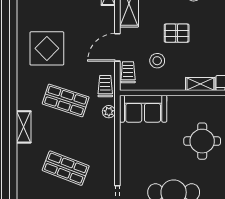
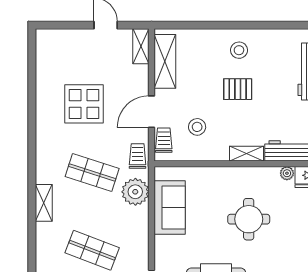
pallet: (177, 33) -> (238, 89), moved
display table: (47, 48) -> (84, 104), moved
sofa: (143, 109) -> (170, 207), moved, turned -90
plant: (109, 112) -> (135, 192), width x1.88, depth x1.88

